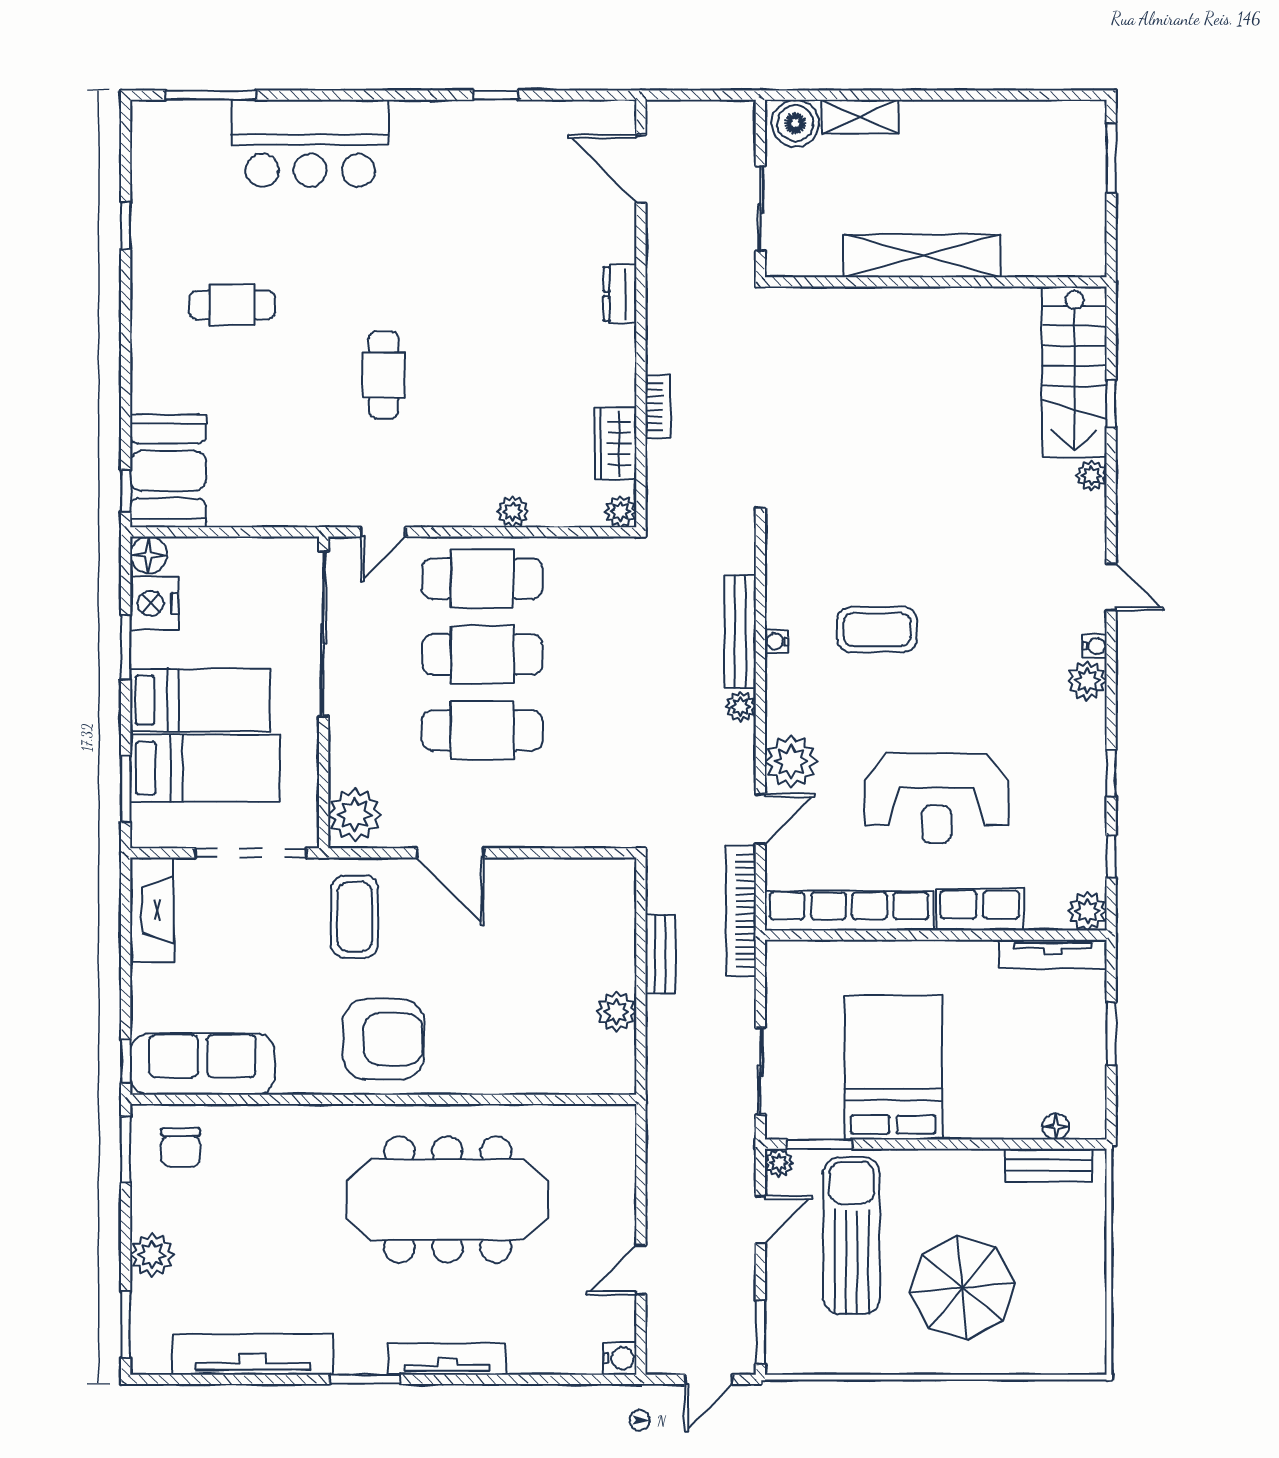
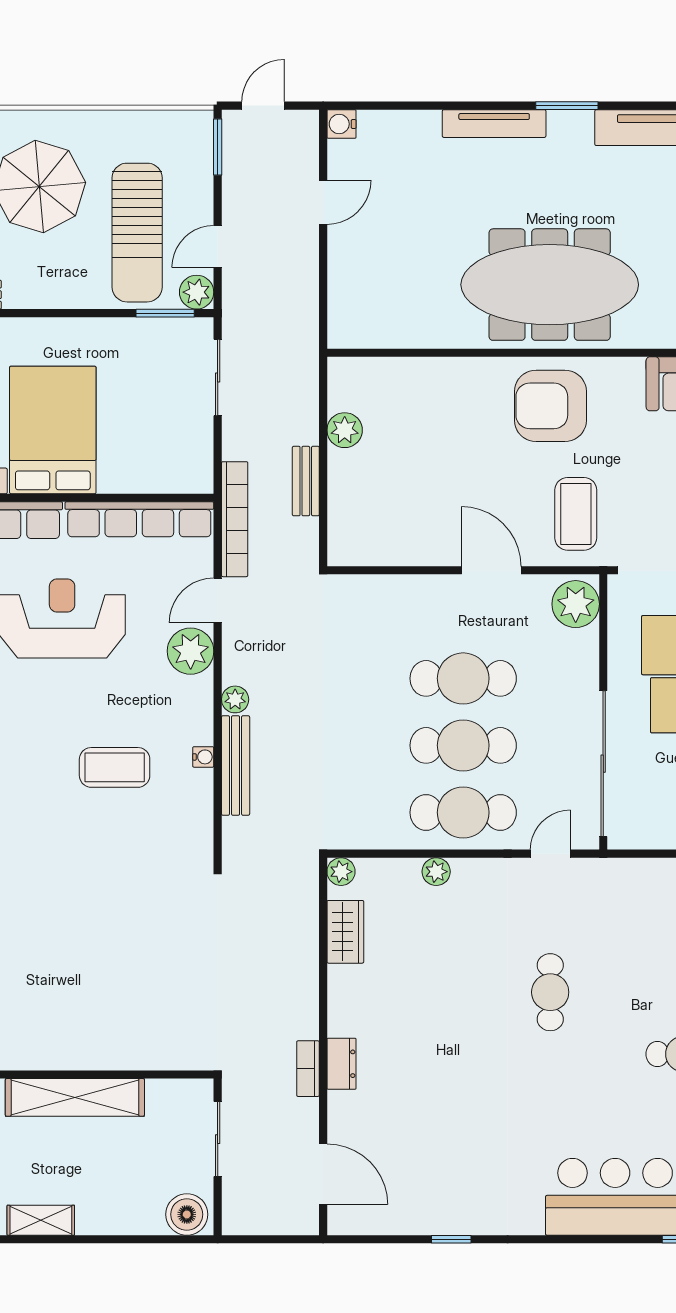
shelving: (860, 117) -> (41, 1220), moved
bookcase: (658, 406) -> (308, 1069), moved
bed: (893, 1067) -> (53, 430), moved, turned 180
plant: (779, 1163) -> (197, 292), width x1.38, depth x1.38
meeting table: (447, 1200) -> (550, 285), moved

